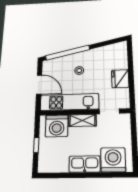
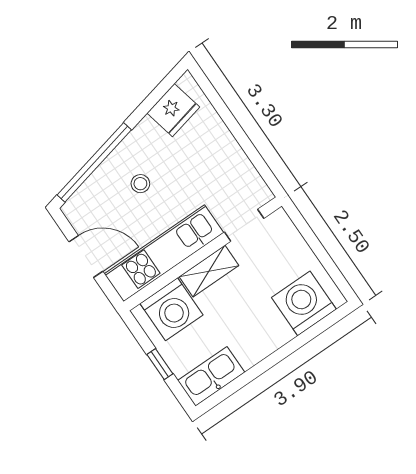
fridge: (120, 79) -> (173, 110), moved, turned -103
kitchen sink: (85, 164) -> (211, 376), moved

